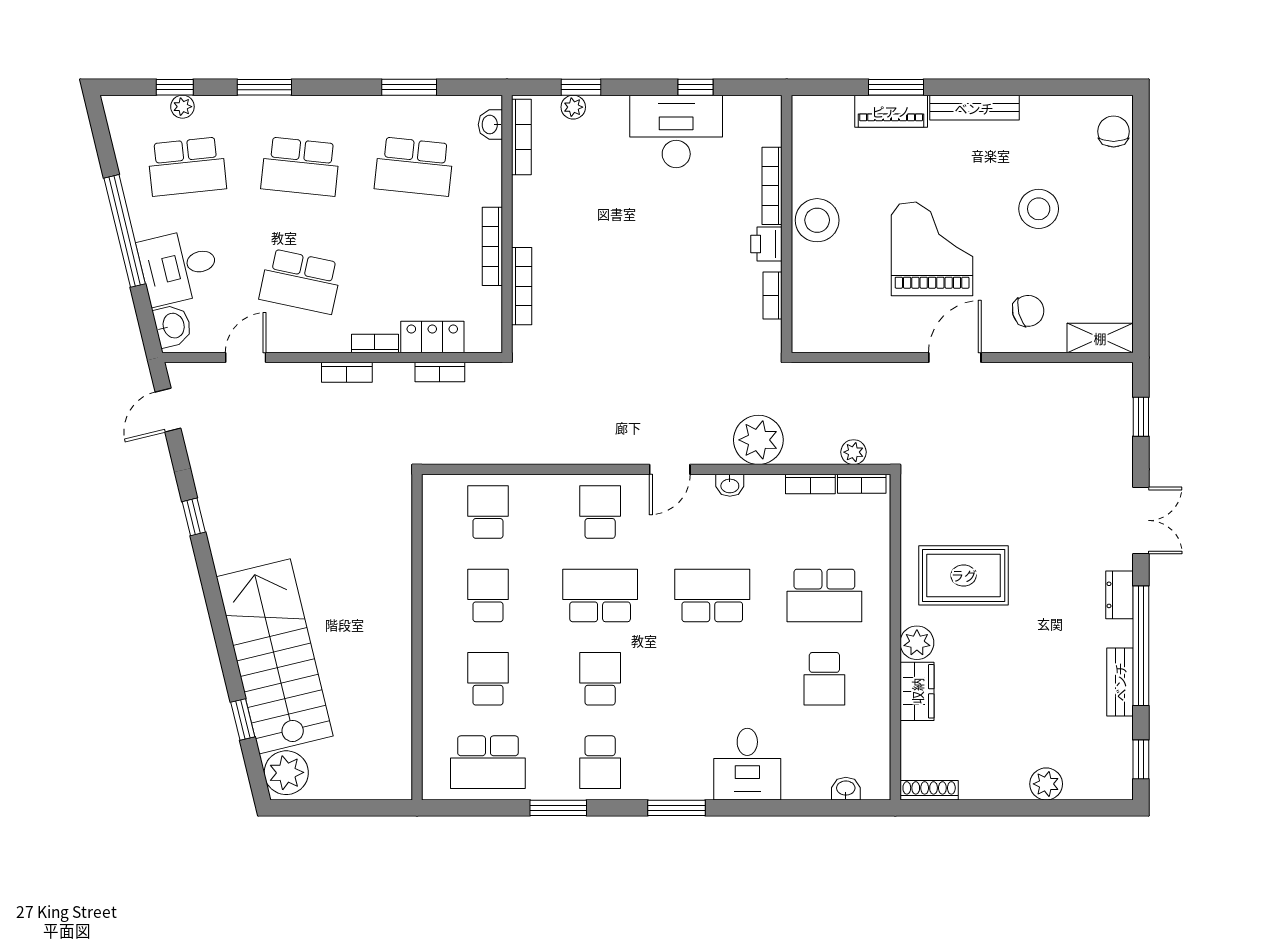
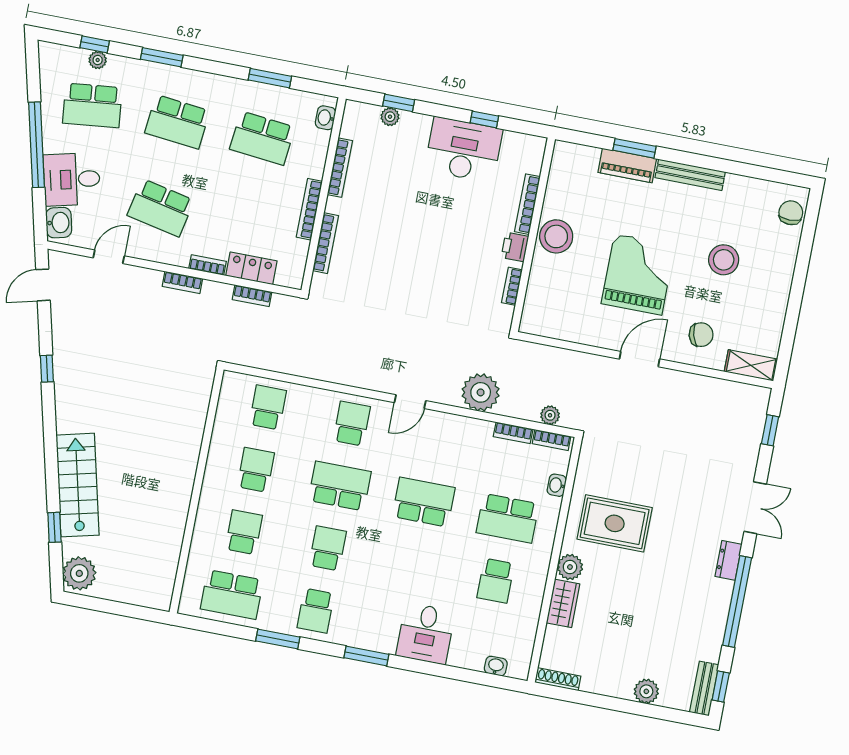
bookcase: (521, 137) -> (340, 168), moved
washbasin: (730, 485) -> (557, 485), moved, turned 90
stairs: (275, 656) -> (78, 485), width x0.73, depth x0.66
bench: (1120, 682) -> (704, 689), moved

